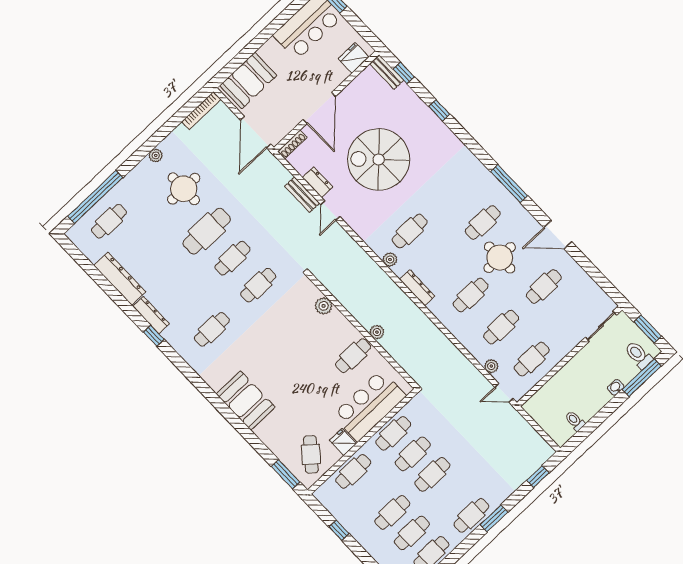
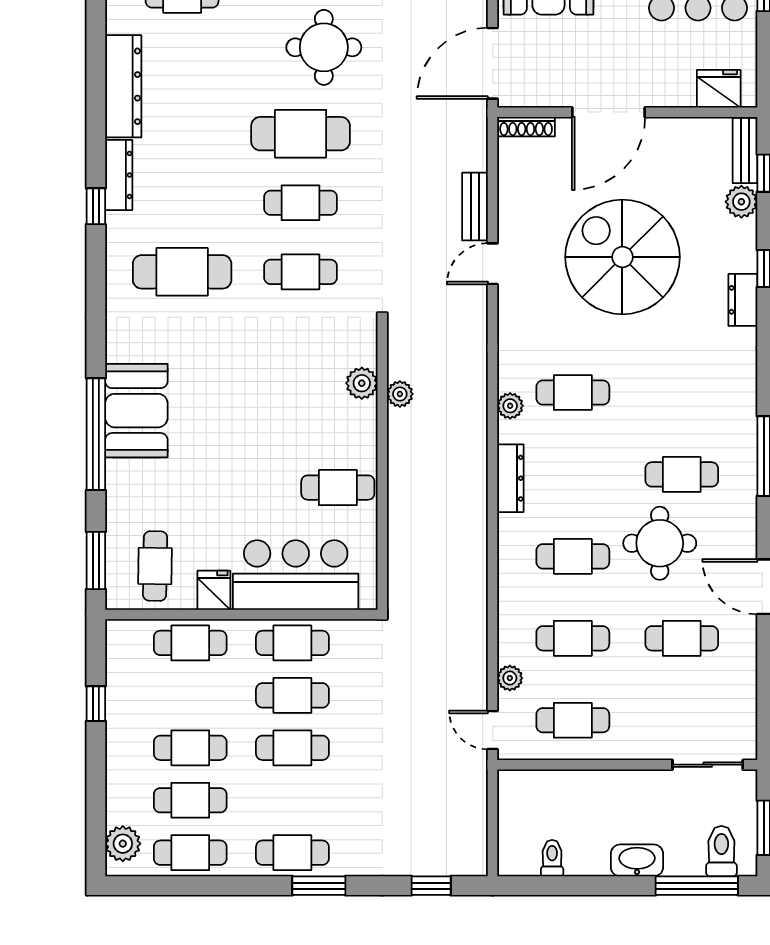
plant: (404, 94) -> (741, 202), added
dresser: (318, 182) -> (743, 300), moved, turned 180
cafe table: (212, 329) -> (182, 272), width x1.37, depth x1.35
plant: (377, 332) -> (400, 394), moved
washbasin: (616, 387) -> (637, 860), width x1.91, depth x1.45
window: (239, 425) -> (96, 434), added
cafe table: (311, 454) -> (155, 566), turned -39

